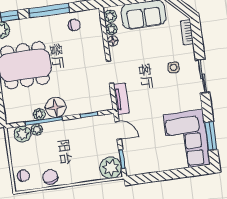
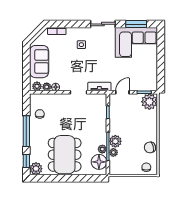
sliding door: (203, 76) -> (103, 24), moved
floor lamp: (56, 107) -> (99, 162), moved
plant: (22, 134) -> (115, 141), moved

